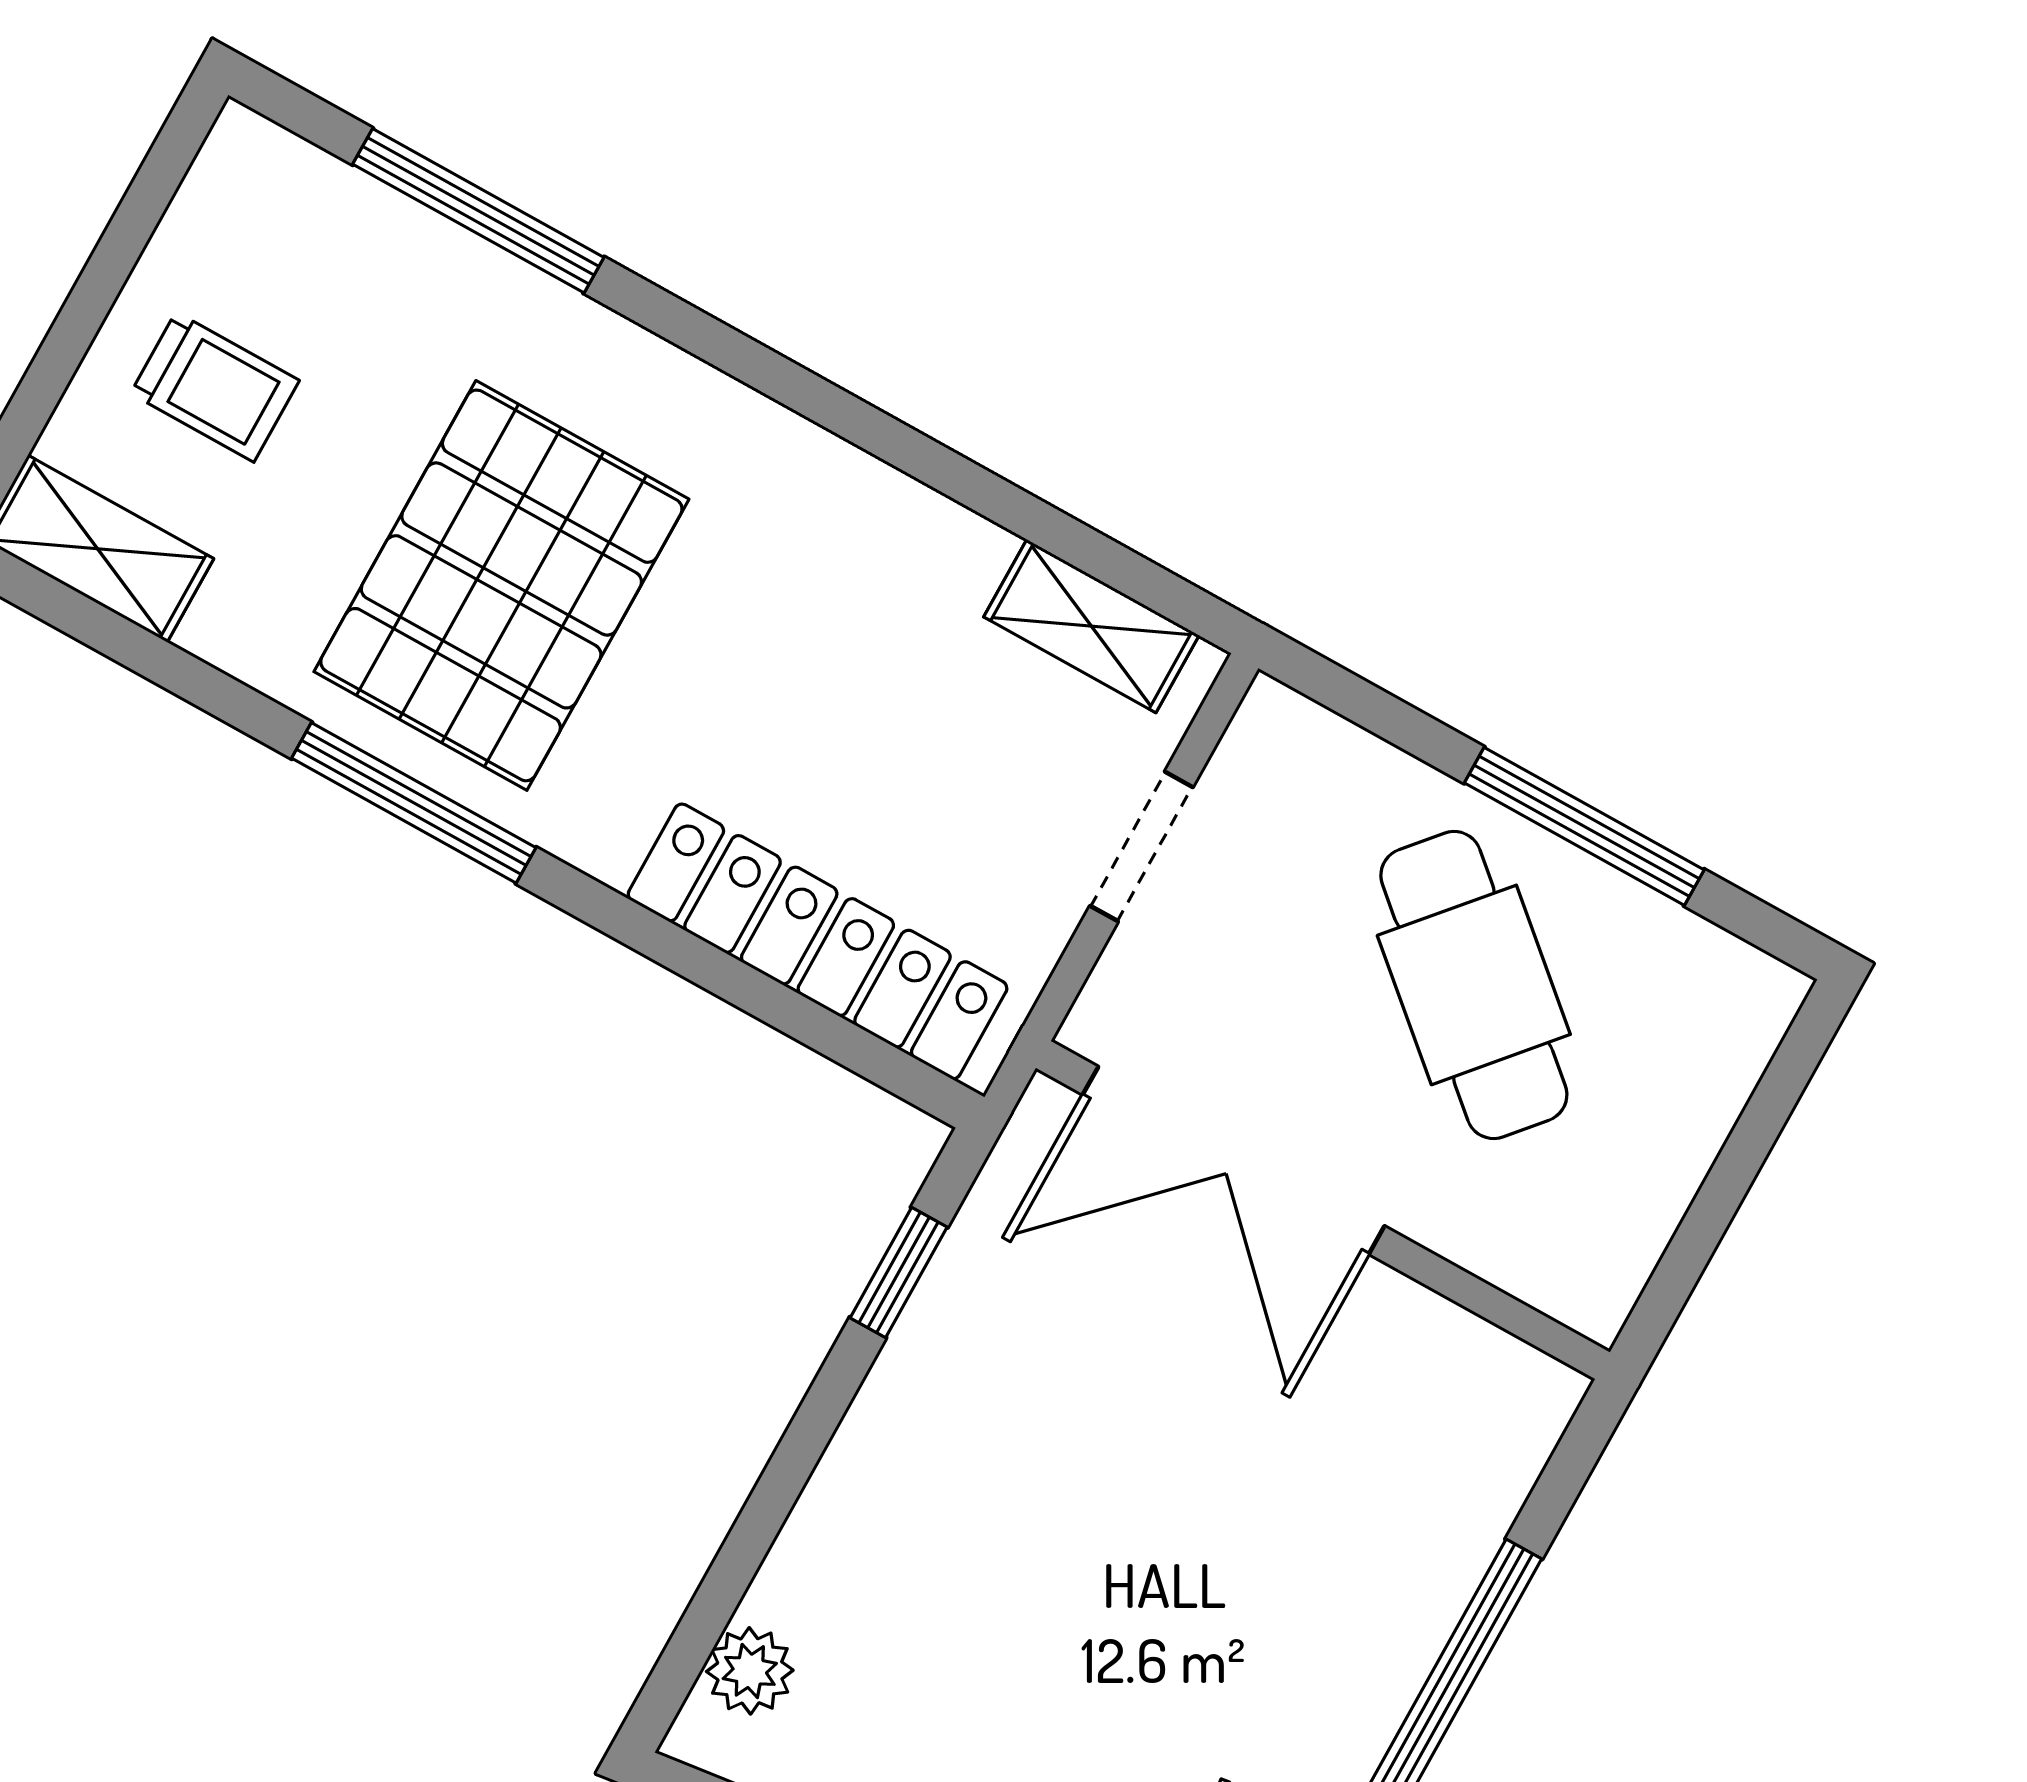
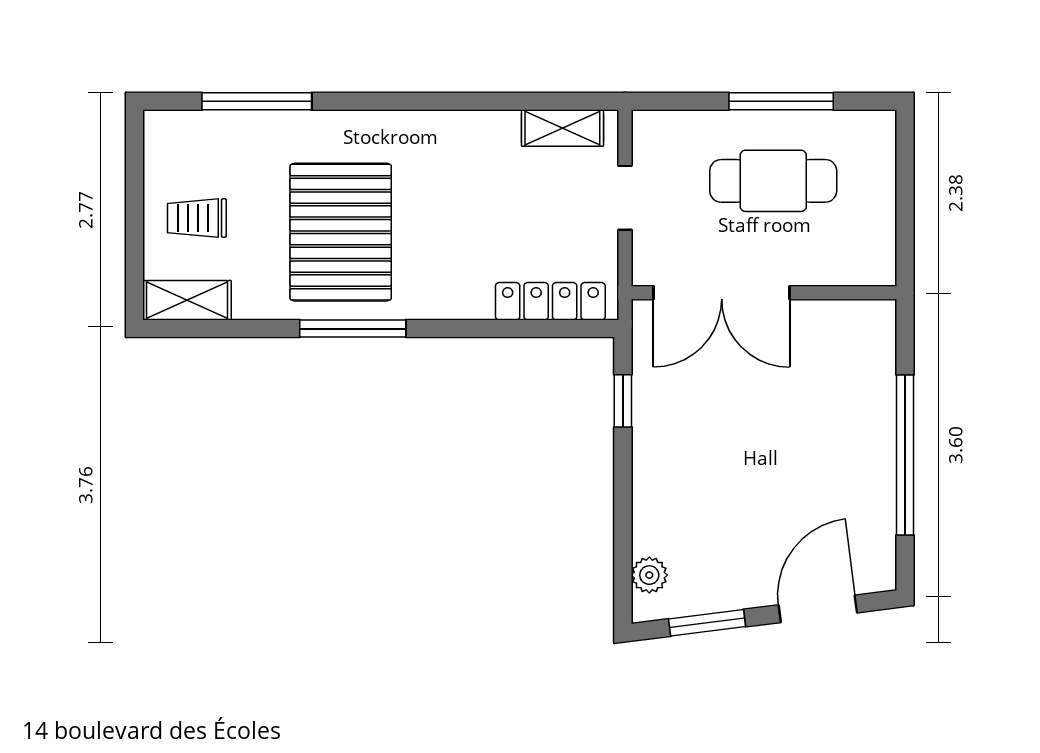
trolley: (215, 387) -> (197, 218), turned 180
locker: (818, 941) -> (550, 301), width x0.71, depth x0.83
cafe table: (1474, 985) -> (773, 181), turned -41

